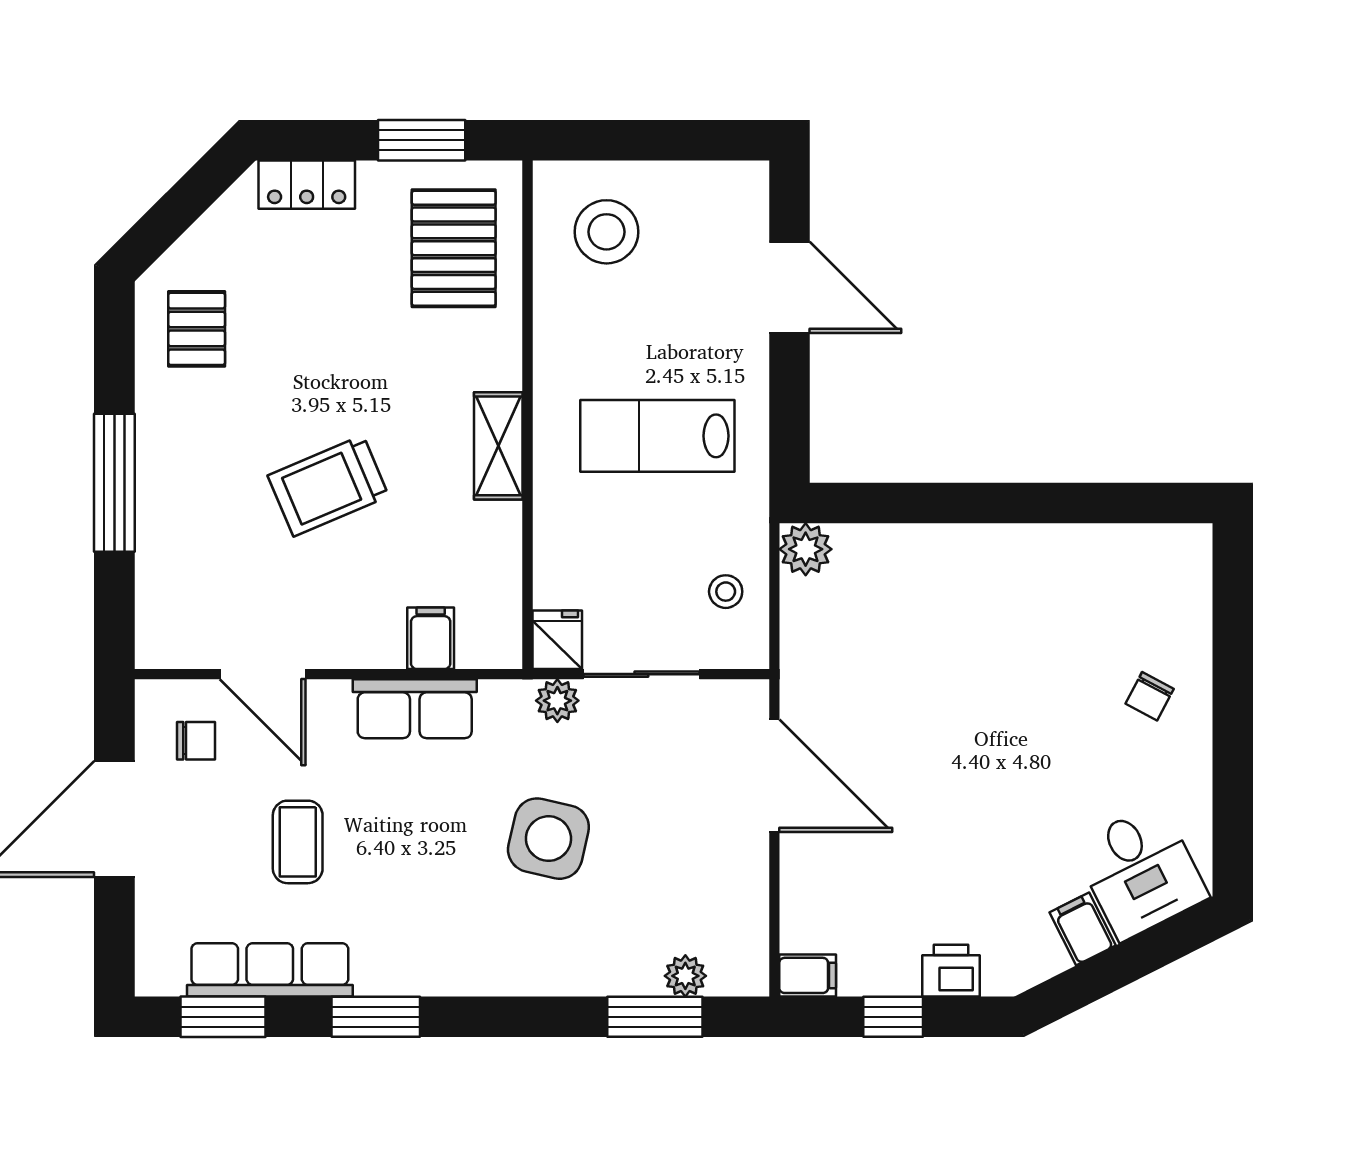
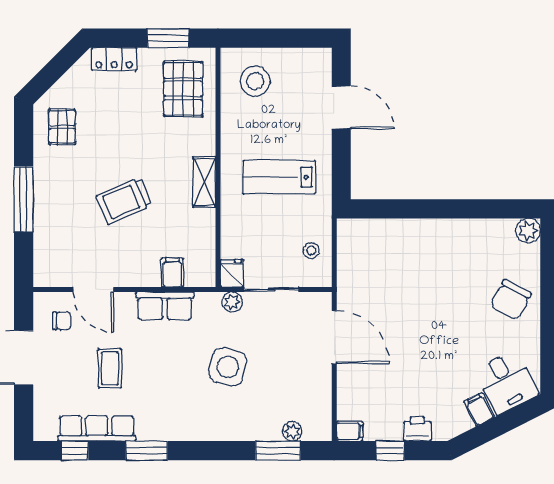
plant: (806, 549) -> (528, 231), moved
chair: (1150, 696) -> (511, 300), width x1.87, depth x1.87
window: (223, 1017) -> (75, 451), width x0.67

